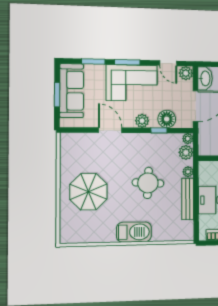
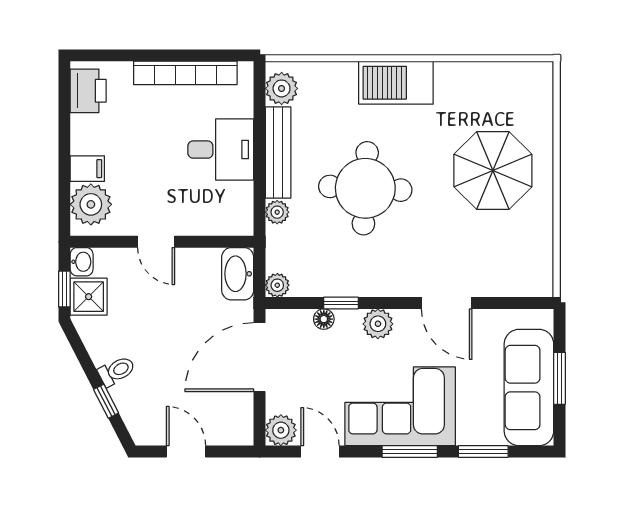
washbasin: (205, 78) -> (238, 274), moved
floor lamp: (167, 119) -> (324, 319), width x0.53, depth x0.53
plant: (186, 152) -> (282, 88), moved
round table: (148, 183) -> (365, 188), width x1.36, depth x1.36

